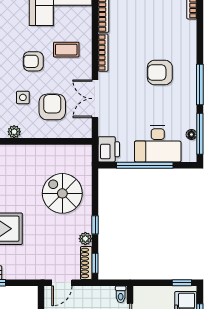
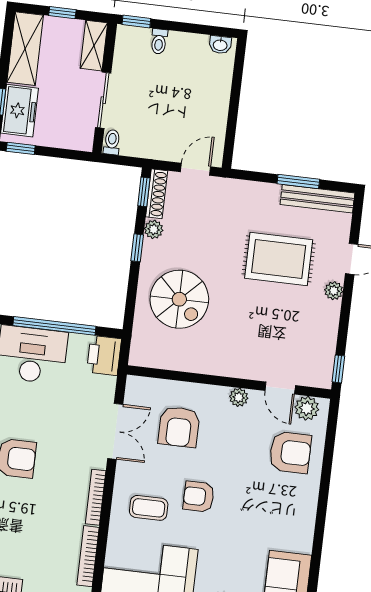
armchair: (33, 61) -> (199, 497), turned 180
side table: (23, 97) -> (220, 446), removed

